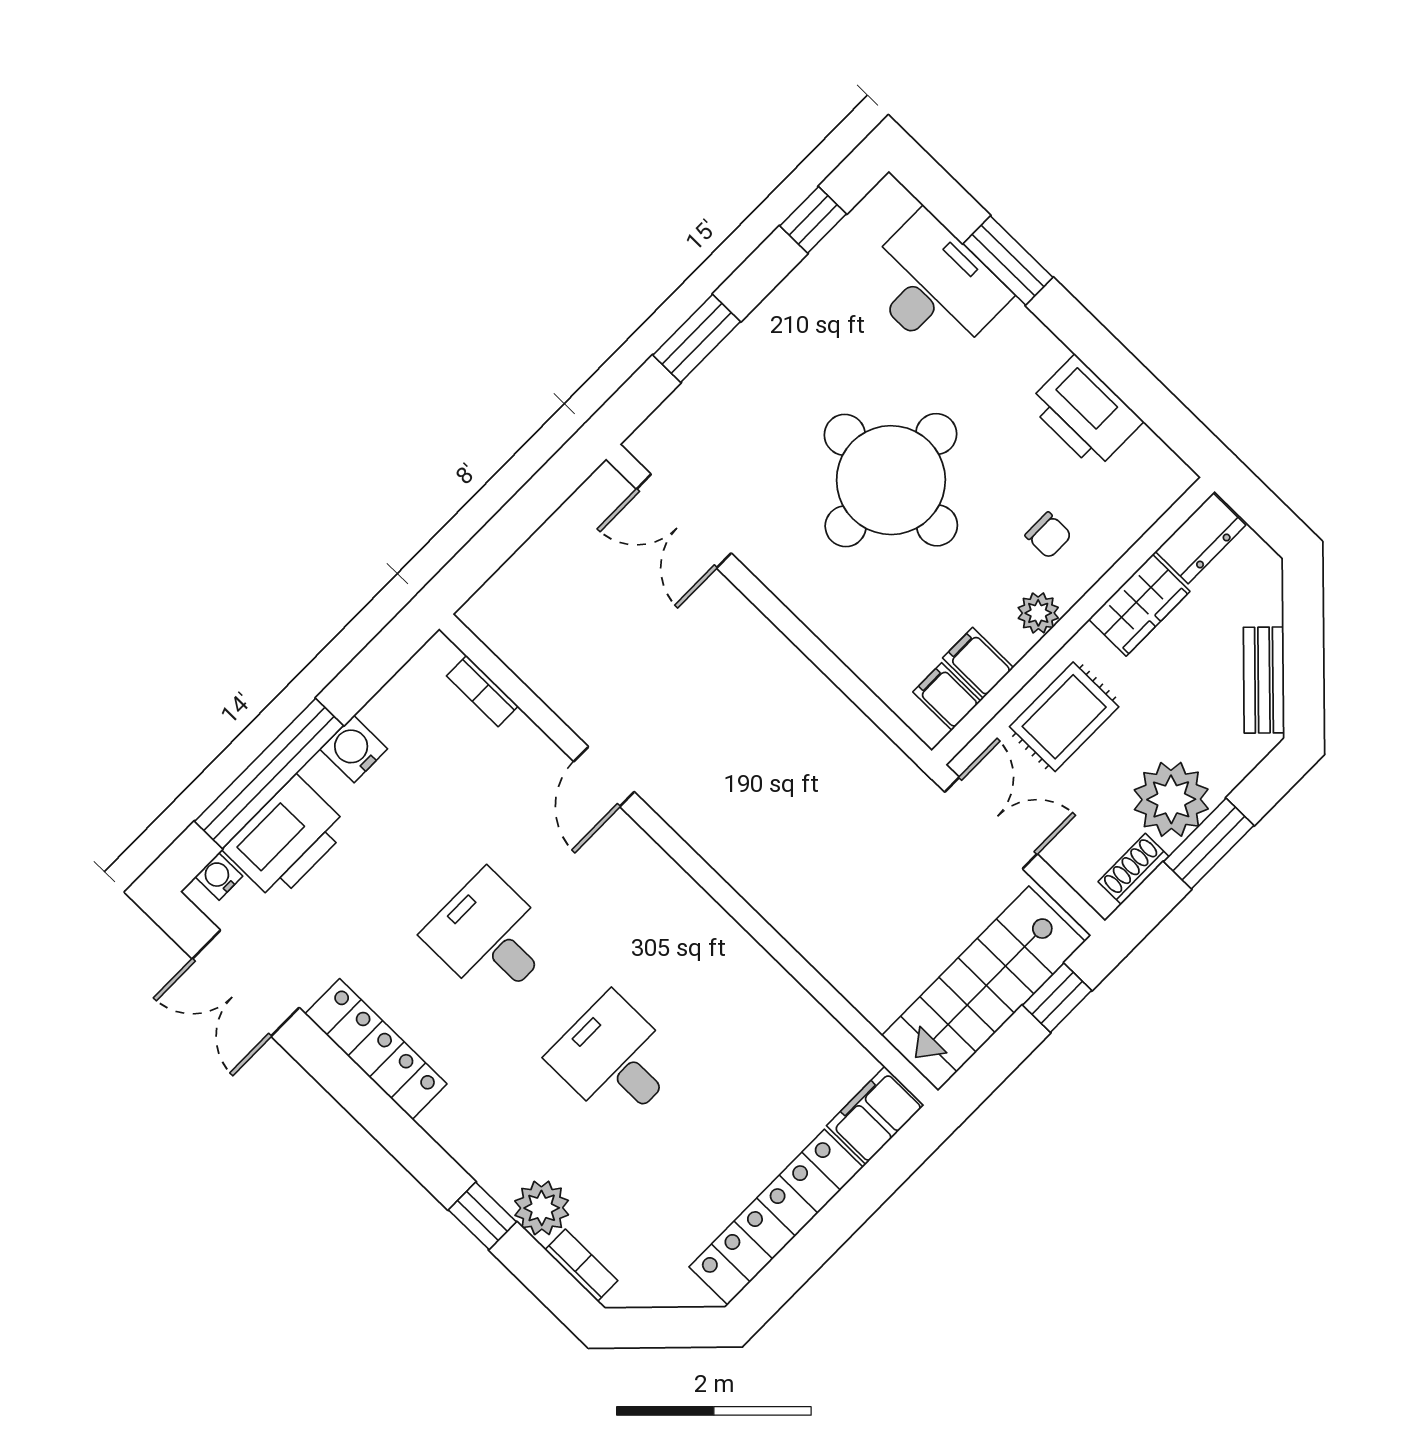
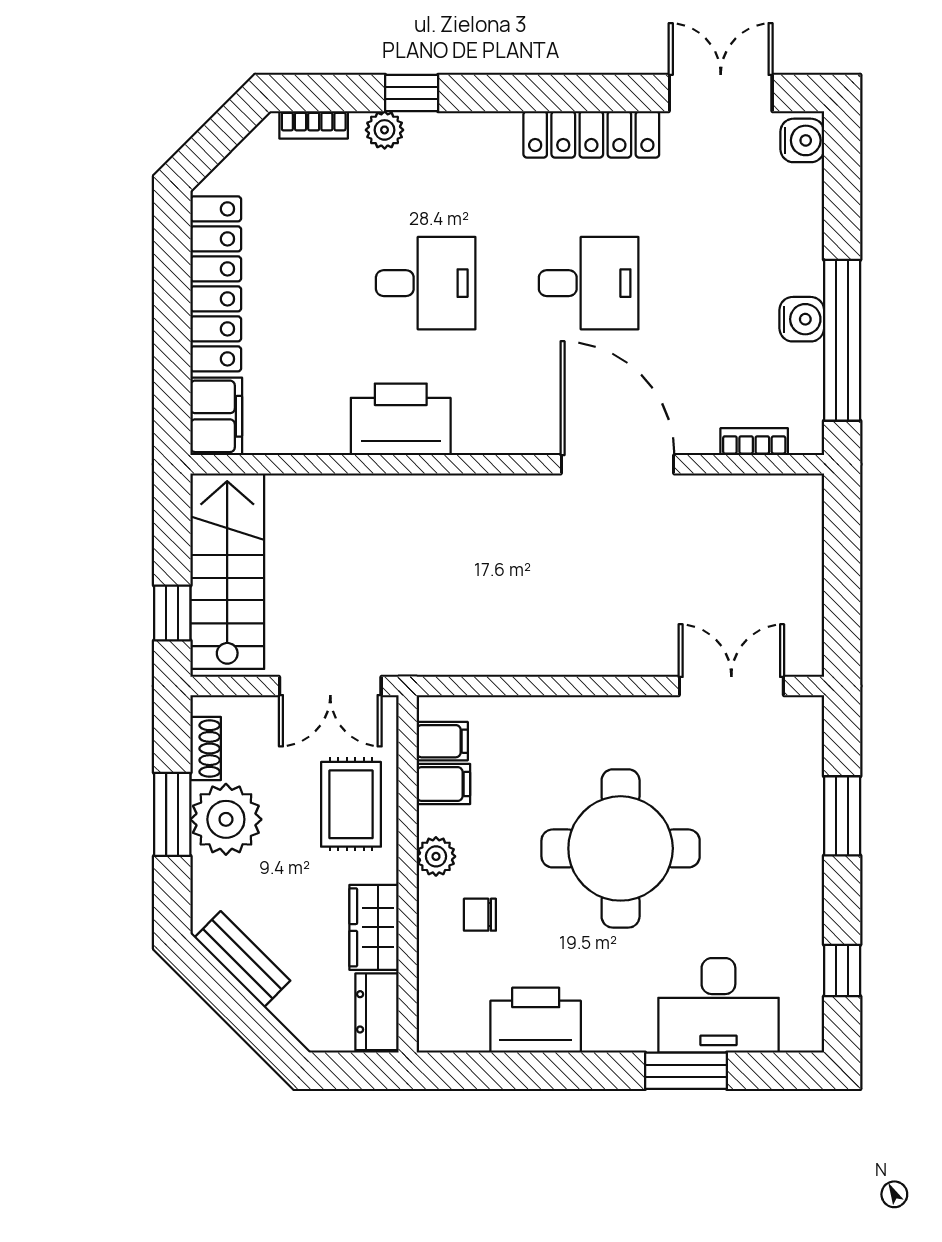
window: (269, 773) -> (842, 340), moved
door: (604, 777) -> (617, 464), width x1.88
printer: (286, 839) -> (401, 419), moved, turned 90
water cooler: (219, 876) -> (802, 140), width x1.38, depth x1.38
plant: (542, 1208) -> (385, 130), width x0.73, depth x0.73

